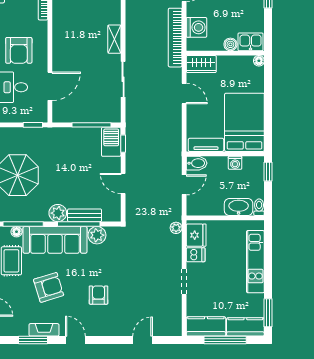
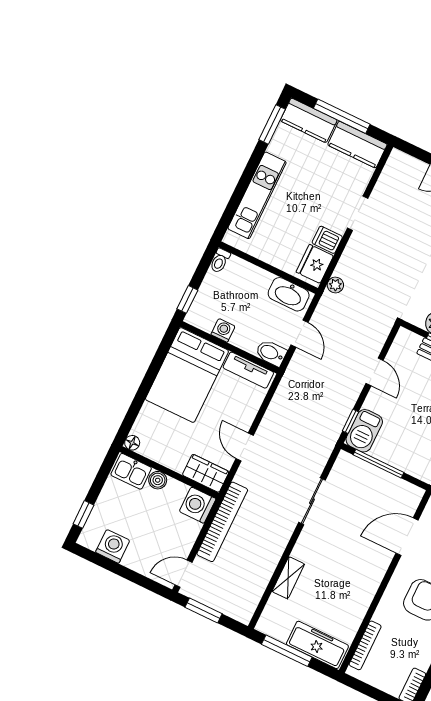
washing machine: (197, 27) -> (198, 505), moved
shelving: (114, 39) -> (288, 578), moved
door: (184, 185) -> (299, 334), swing flipped
washbasin: (239, 207) -> (289, 294), moved

